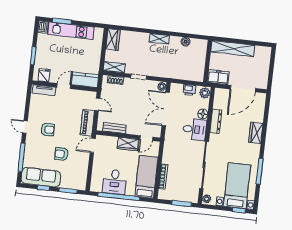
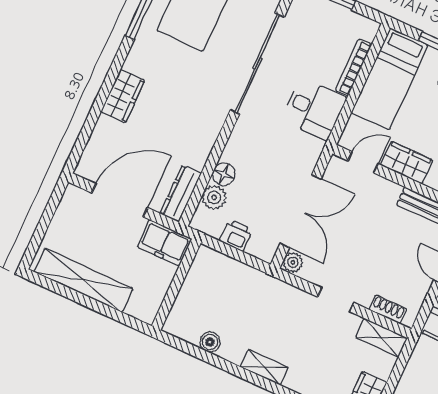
shelving: (233, 49) -> (83, 280), moved
plant: (205, 93) -> (214, 197), moved
dresser: (216, 121) -> (181, 193), moved
desk: (195, 129) -> (314, 109), moved, turned 180

